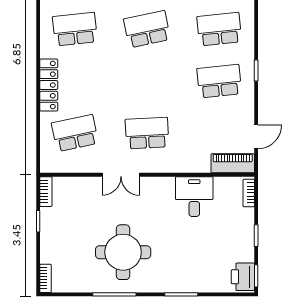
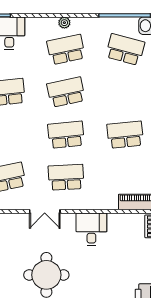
school desk: (219, 29) -> (66, 135), moved
desk: (194, 197) -> (91, 229), moved

